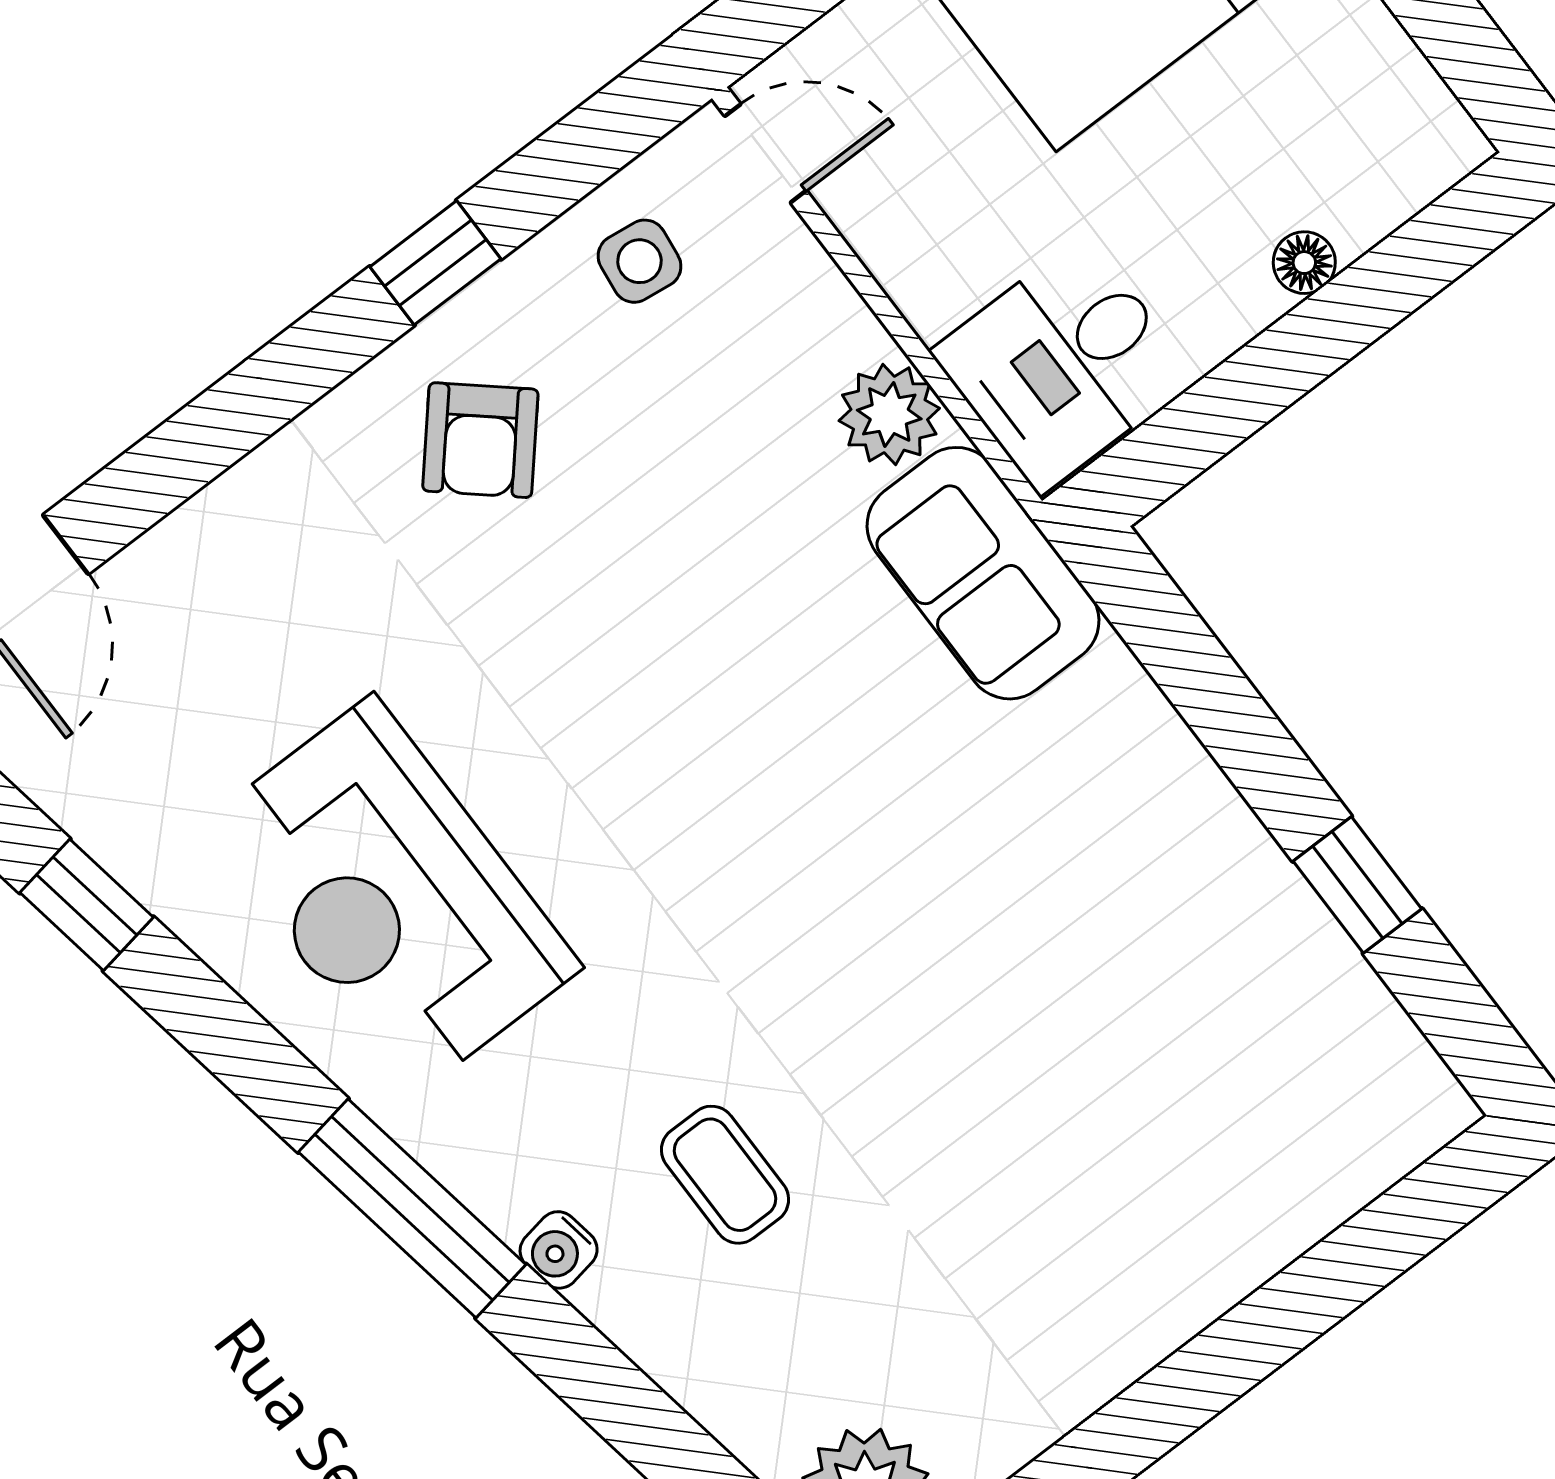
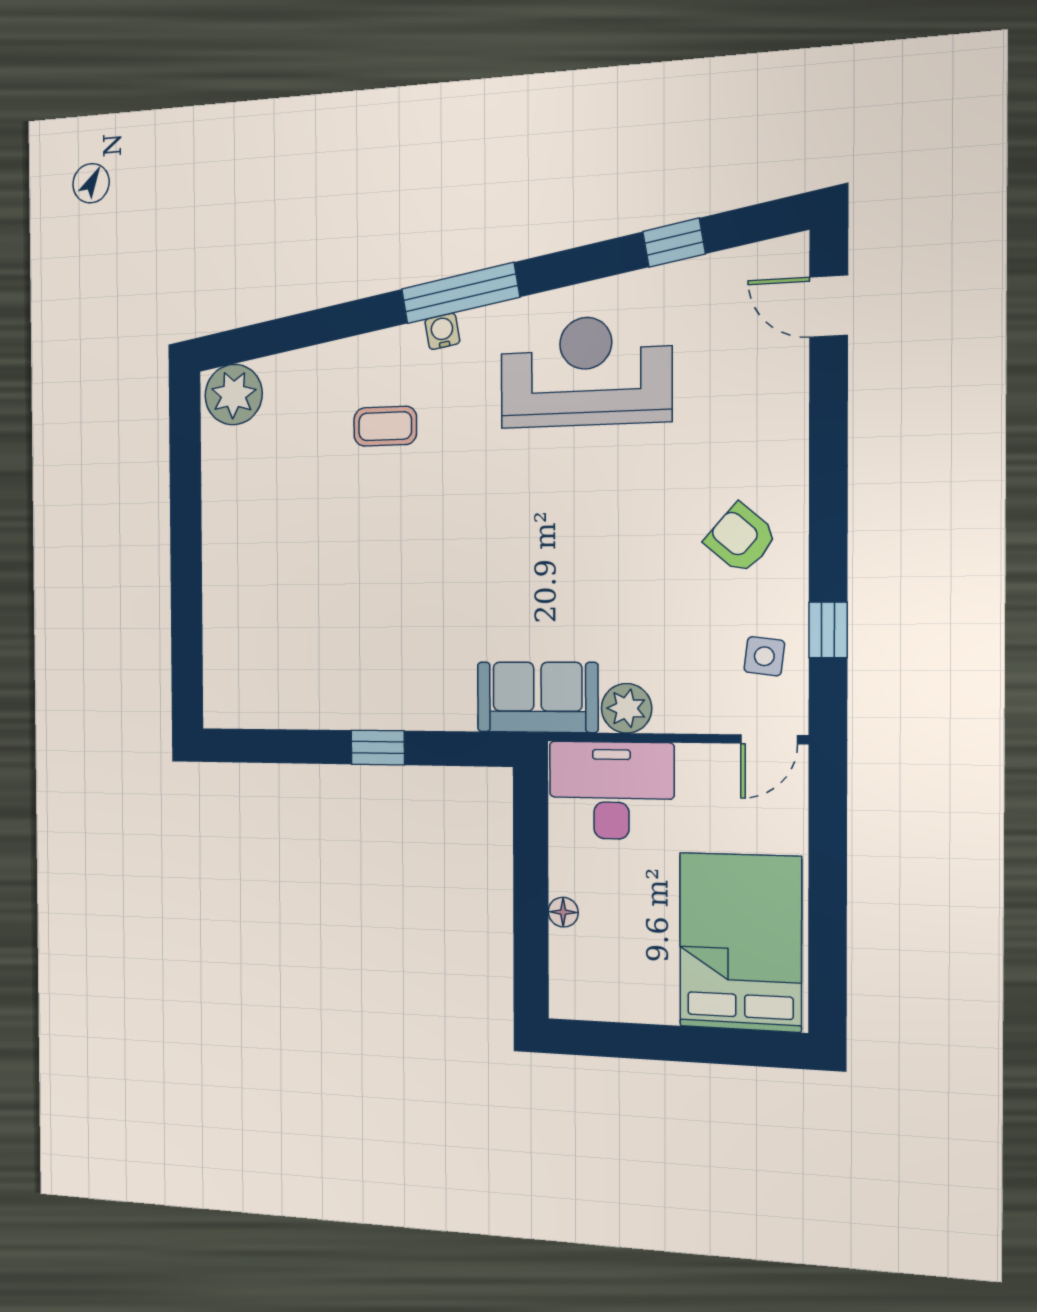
window: (435, 263) -> (828, 630), moved
desk: (1063, 364) -> (611, 790), width x1.37
window: (1357, 885) -> (378, 748), moved
water cooler: (559, 1250) -> (442, 331), moved

